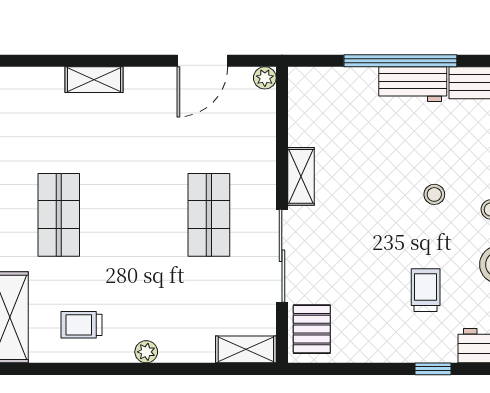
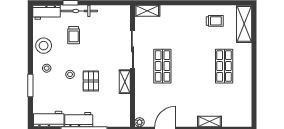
pallet: (312, 329) -> (91, 81), moved
bicycle: (412, 349) -> (79, 11), added
plant: (146, 352) -> (188, 10), removed

